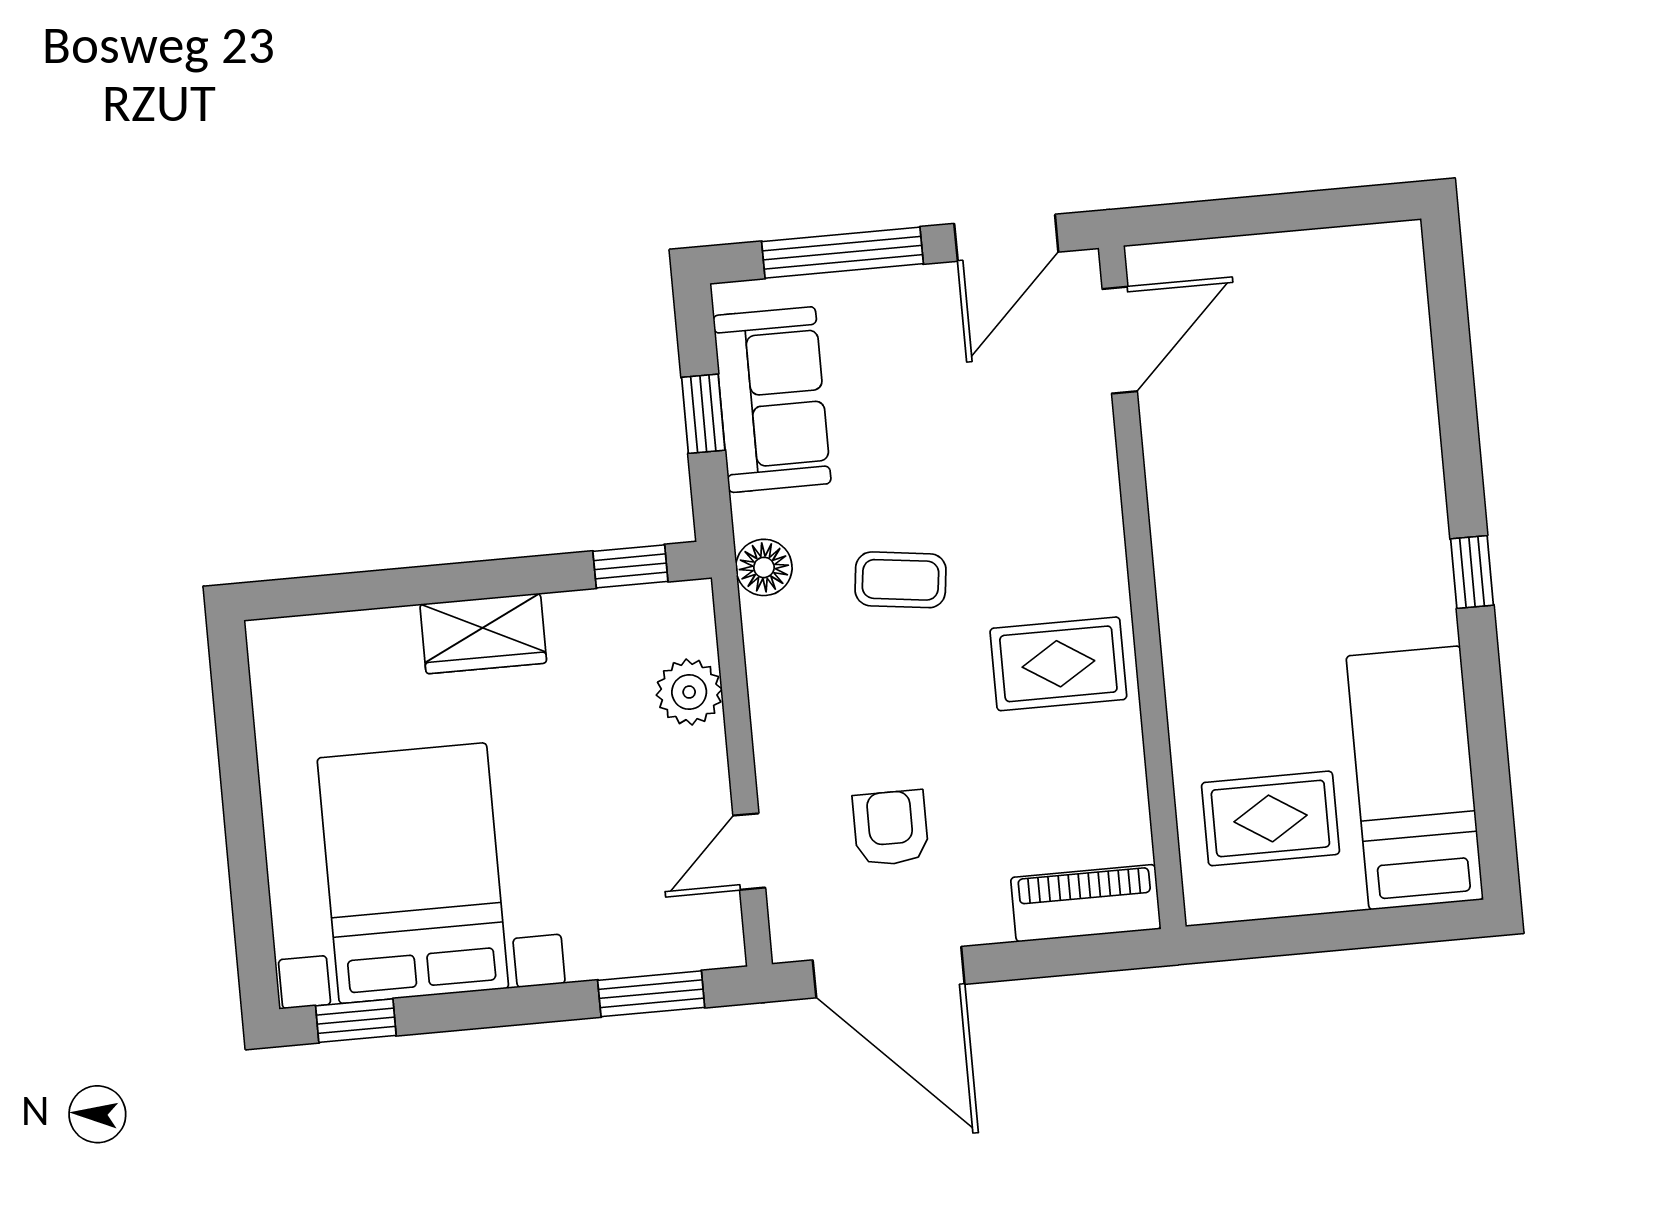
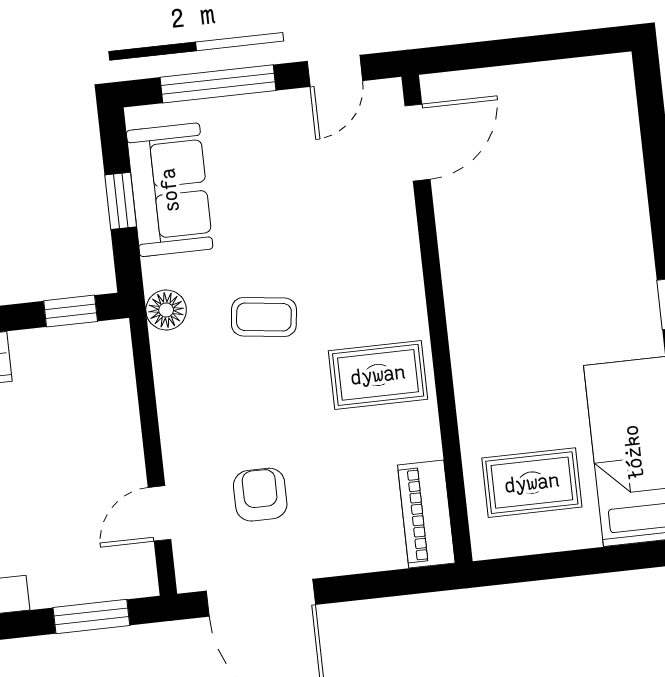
door: (1006, 238) -> (335, 71), width x0.73
plant: (689, 692) -> (114, 400), removed
piano: (1086, 903) -> (426, 514), moved, turned -90

